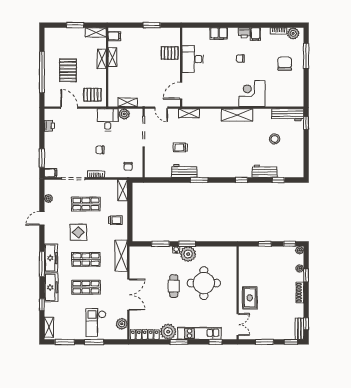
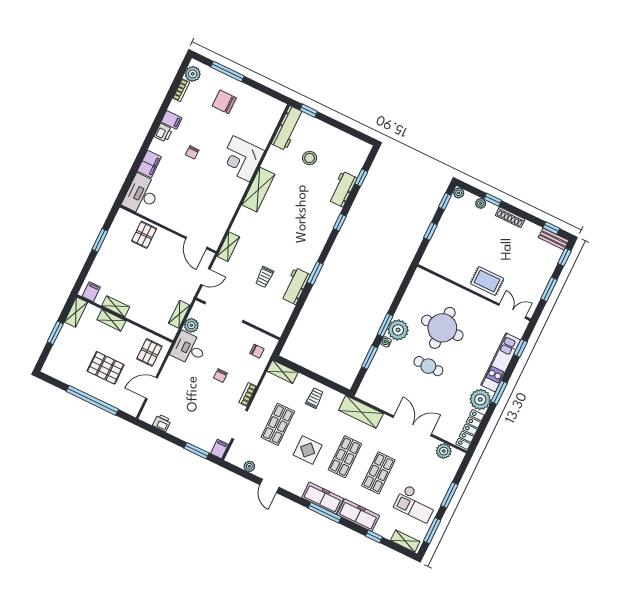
desk: (193, 59) -> (142, 195), moved, turned 90
checkout: (96, 322) -> (416, 504), moved

